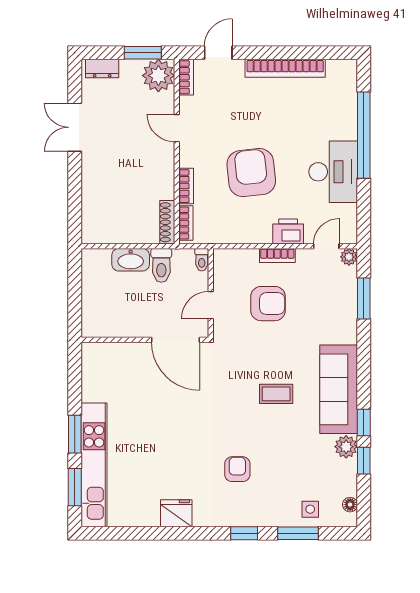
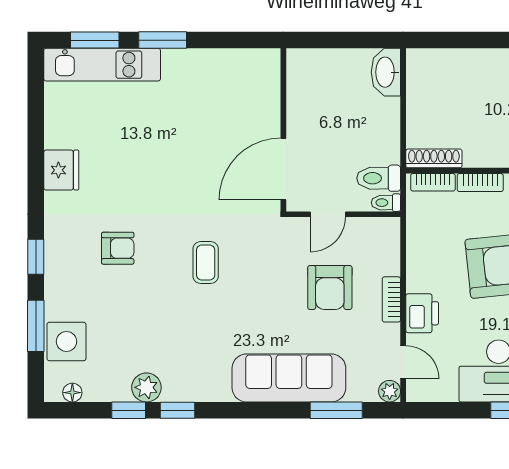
washbasin: (131, 260) -> (386, 72), moved
toilet: (161, 265) -> (379, 178), moved
door: (211, 305) -> (328, 214), swing flipped
sofa: (339, 389) -> (289, 378), moved
coffee table: (276, 394) -> (206, 262), moved
kitchen unit: (94, 465) -> (102, 65), width x0.73
side table: (310, 509) -> (66, 341), width x1.87, depth x1.87

